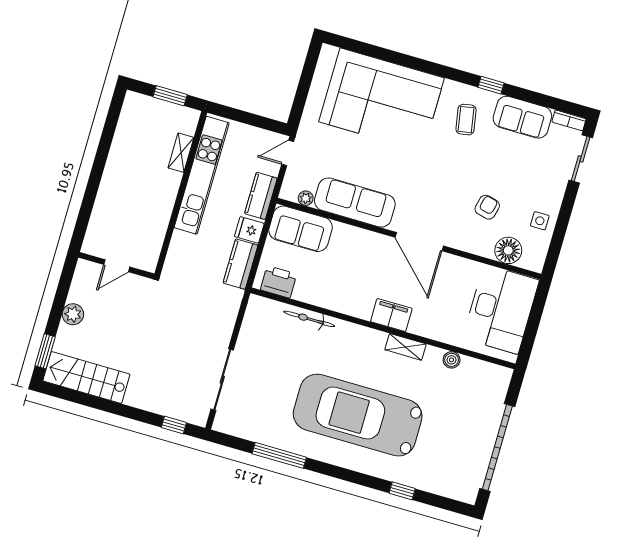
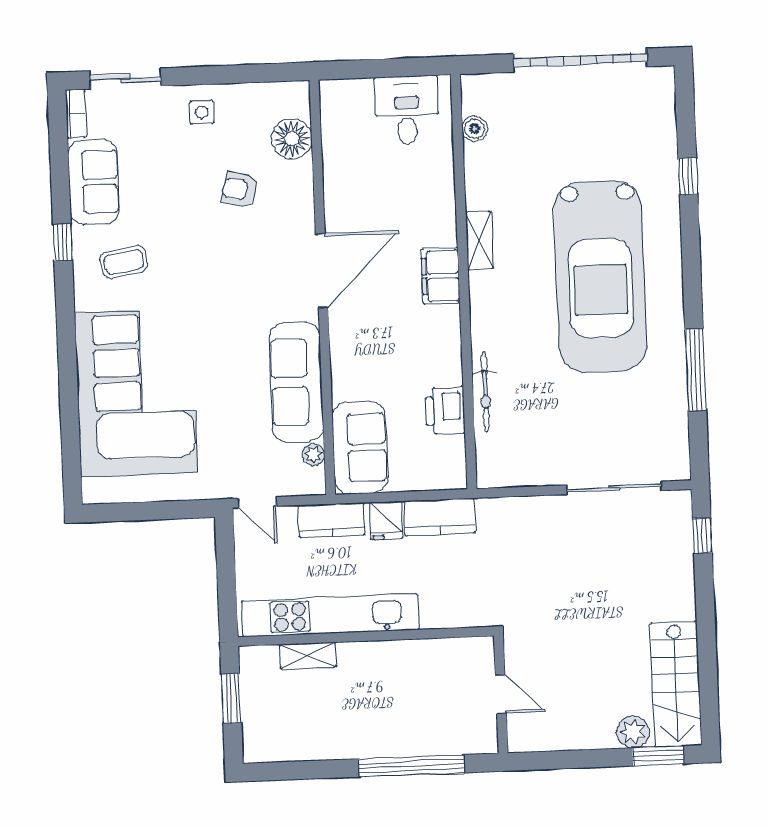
window: (90, 195) -> (411, 766), added
side table: (540, 221) -> (202, 112), moved
printer: (279, 282) -> (445, 411), moved
desk: (501, 309) -> (407, 110), width x0.53, depth x0.77
plant: (73, 314) -> (633, 732), moved
boiler: (452, 360) -> (475, 129), moved

